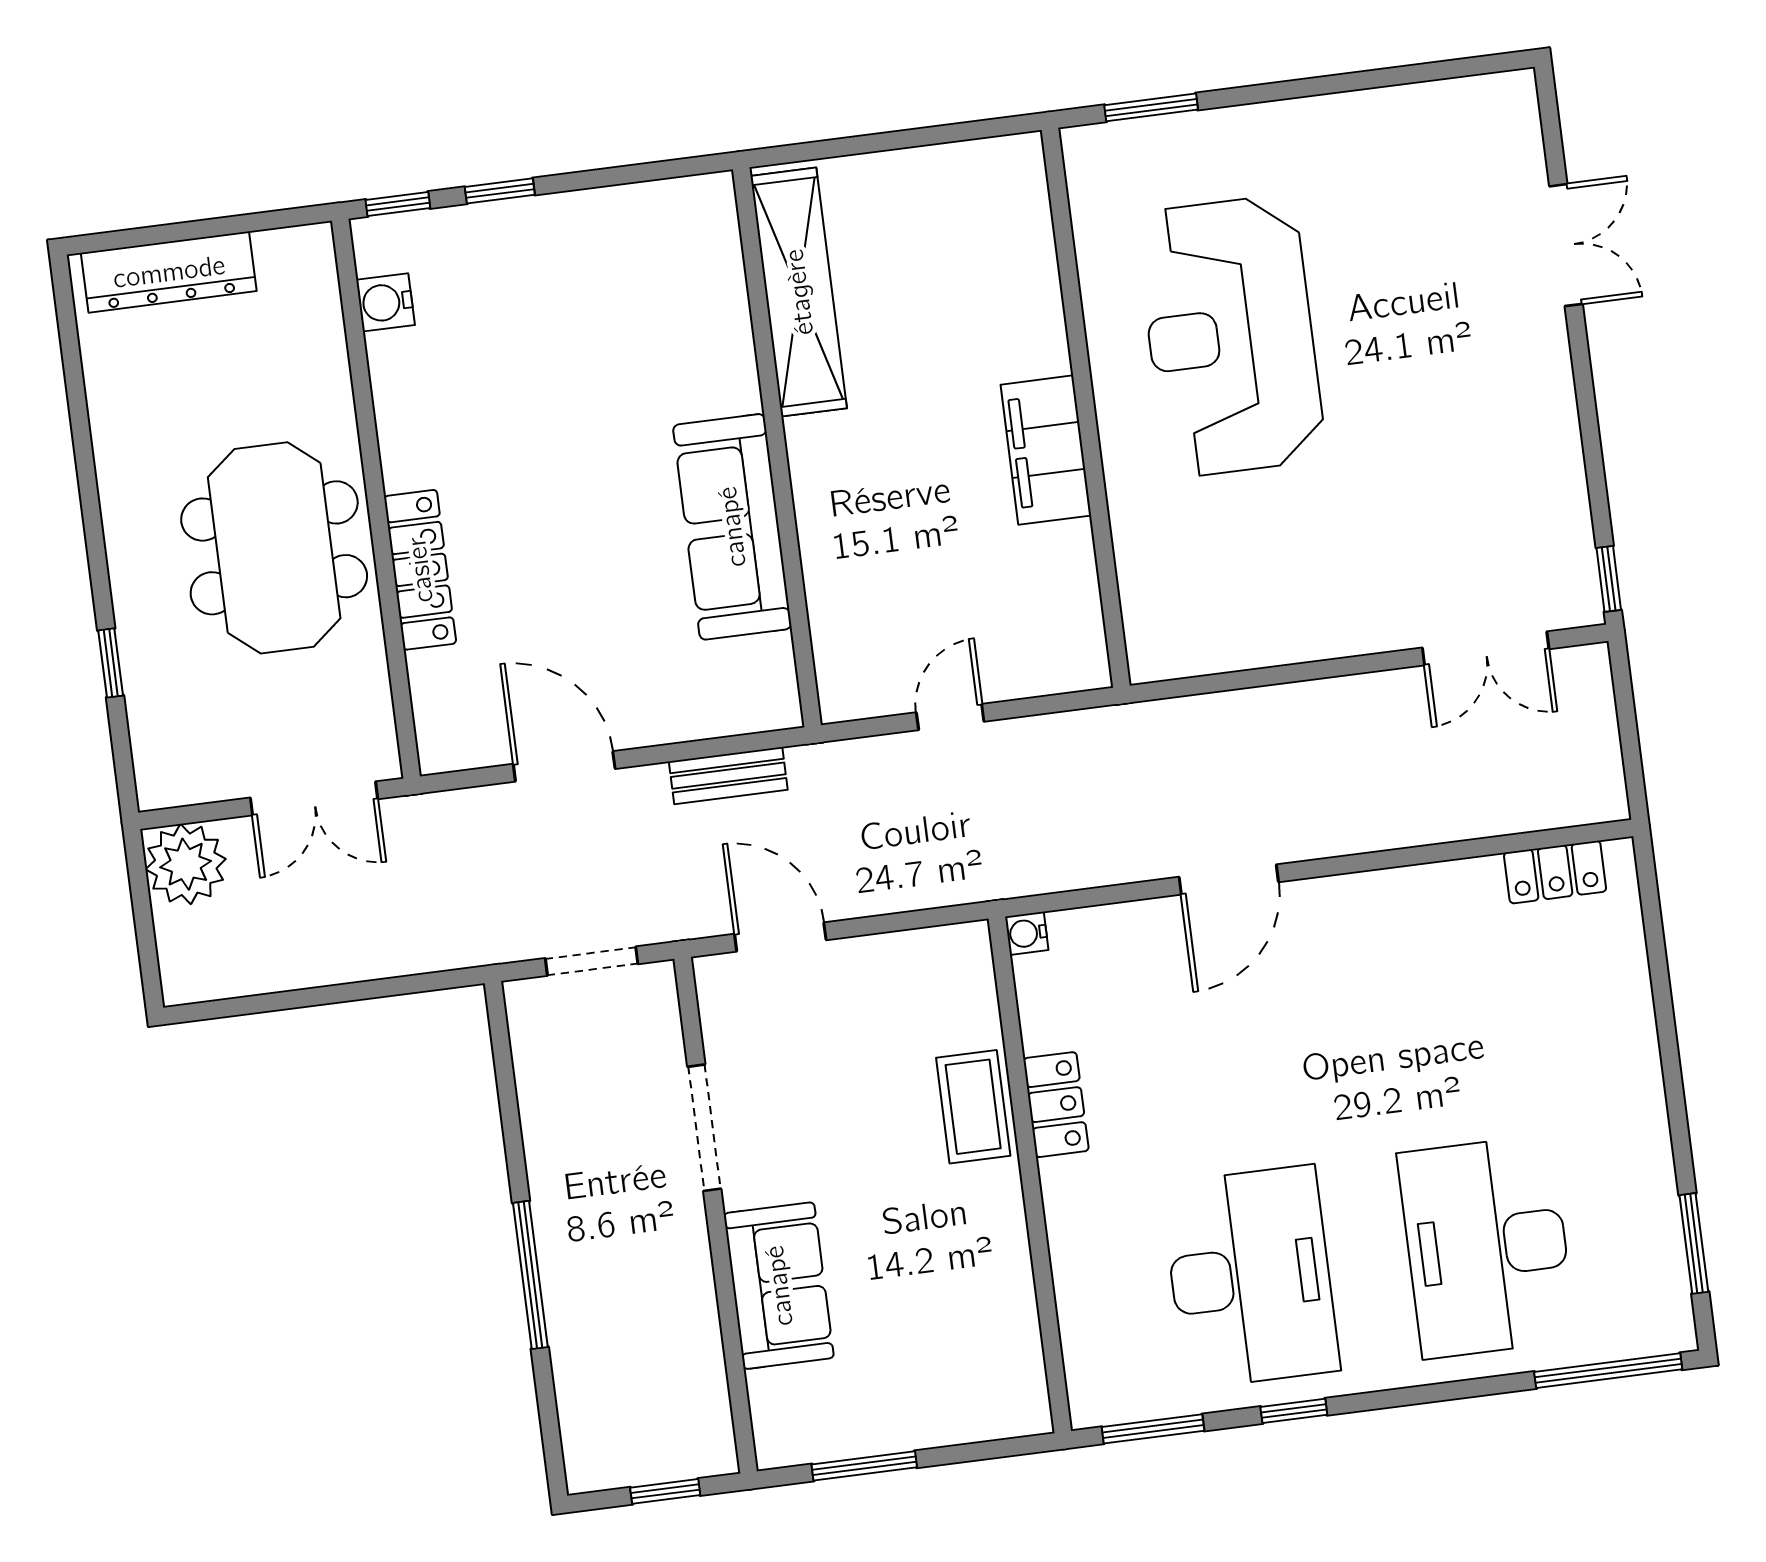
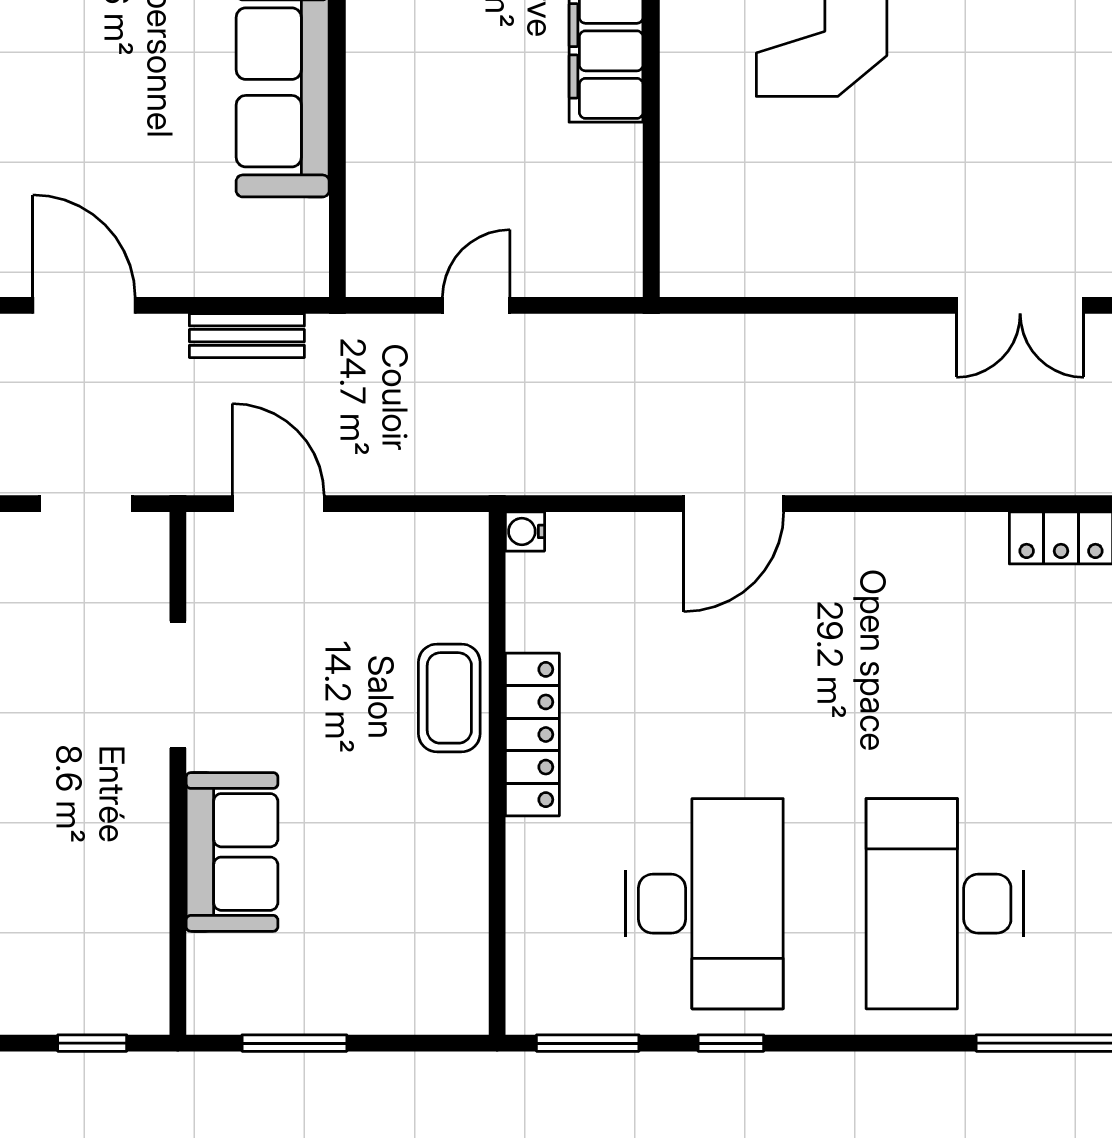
locker: (1056, 1105) -> (532, 735), width x1.53

